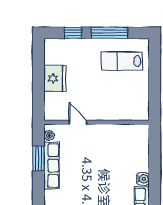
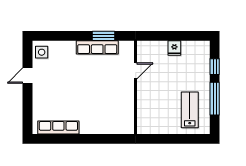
fridge: (55, 78) -> (174, 48), width x0.53, depth x0.75
plant: (49, 135) -> (124, 46), removed
water cooler: (143, 179) -> (85, 128), removed

